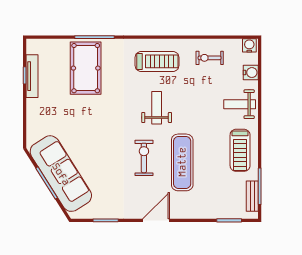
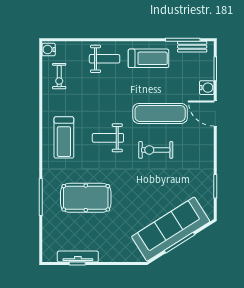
exercise bike: (210, 58) -> (59, 76), moved
treadmill: (157, 61) -> (64, 137), turned 180
pool table: (86, 68) -> (86, 198), moved
water cooler: (251, 73) -> (207, 88), moved, turned 90
weight bench: (240, 104) -> (105, 59), turned -90
door: (156, 220) -> (215, 114), moved

